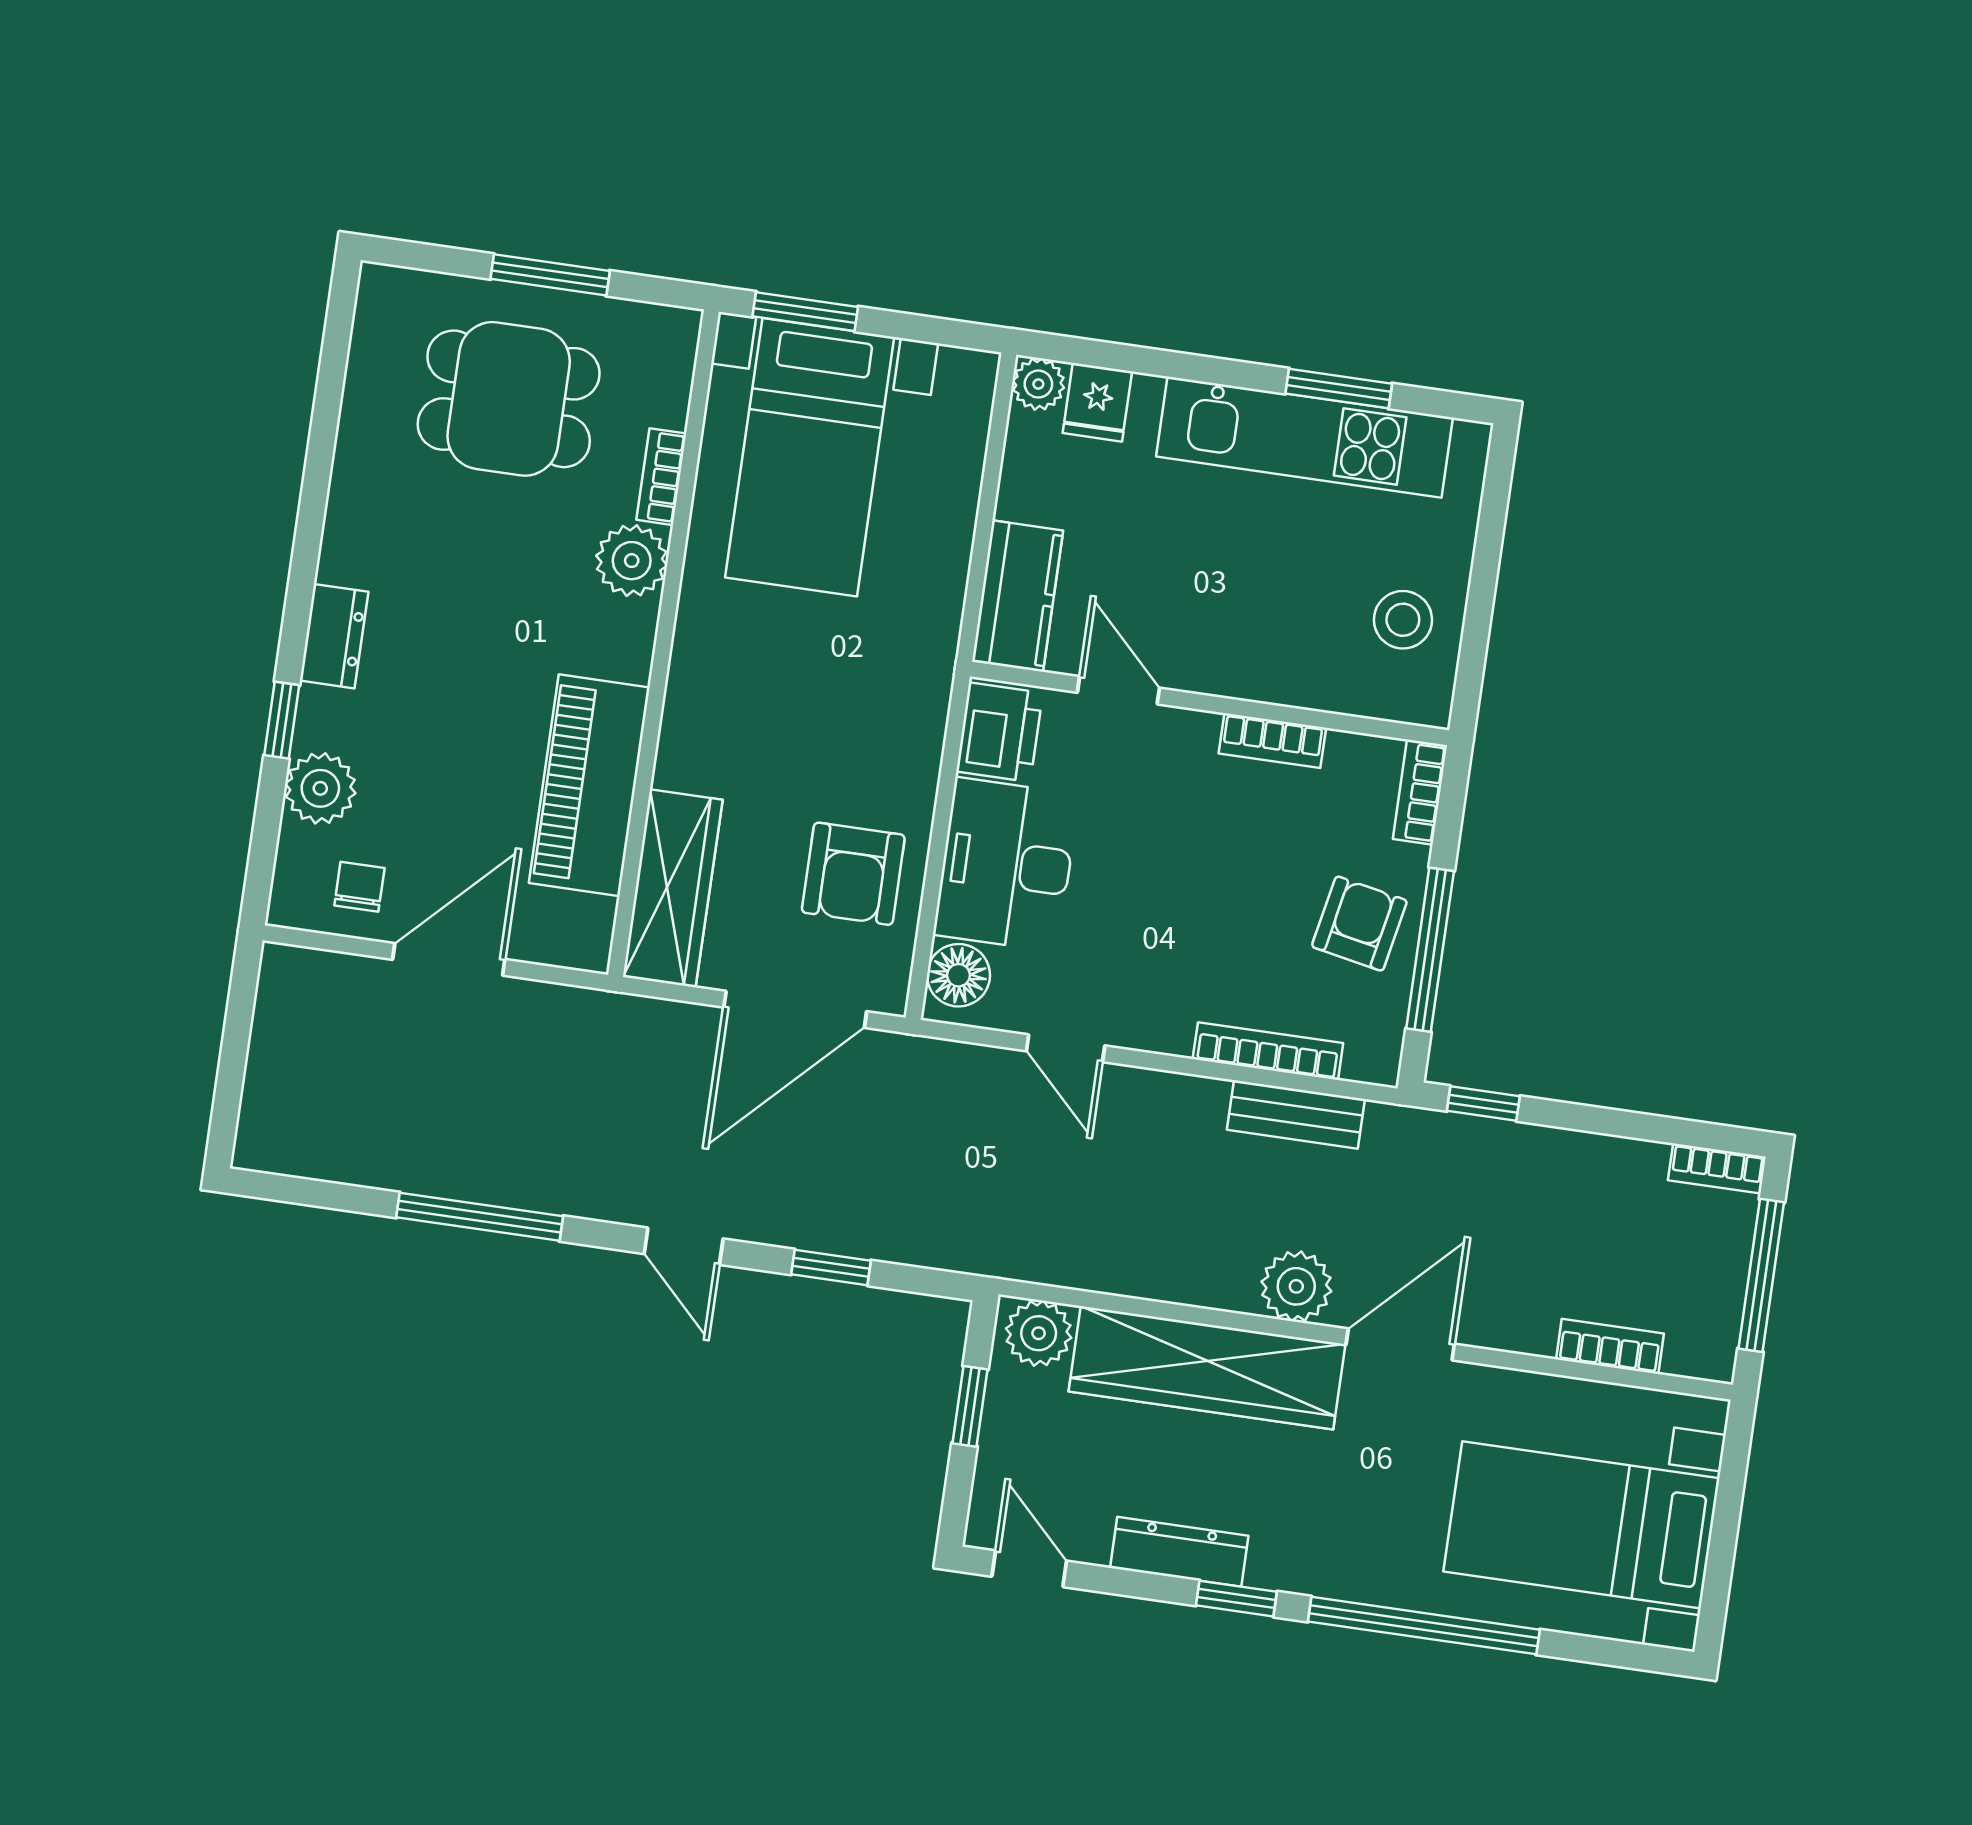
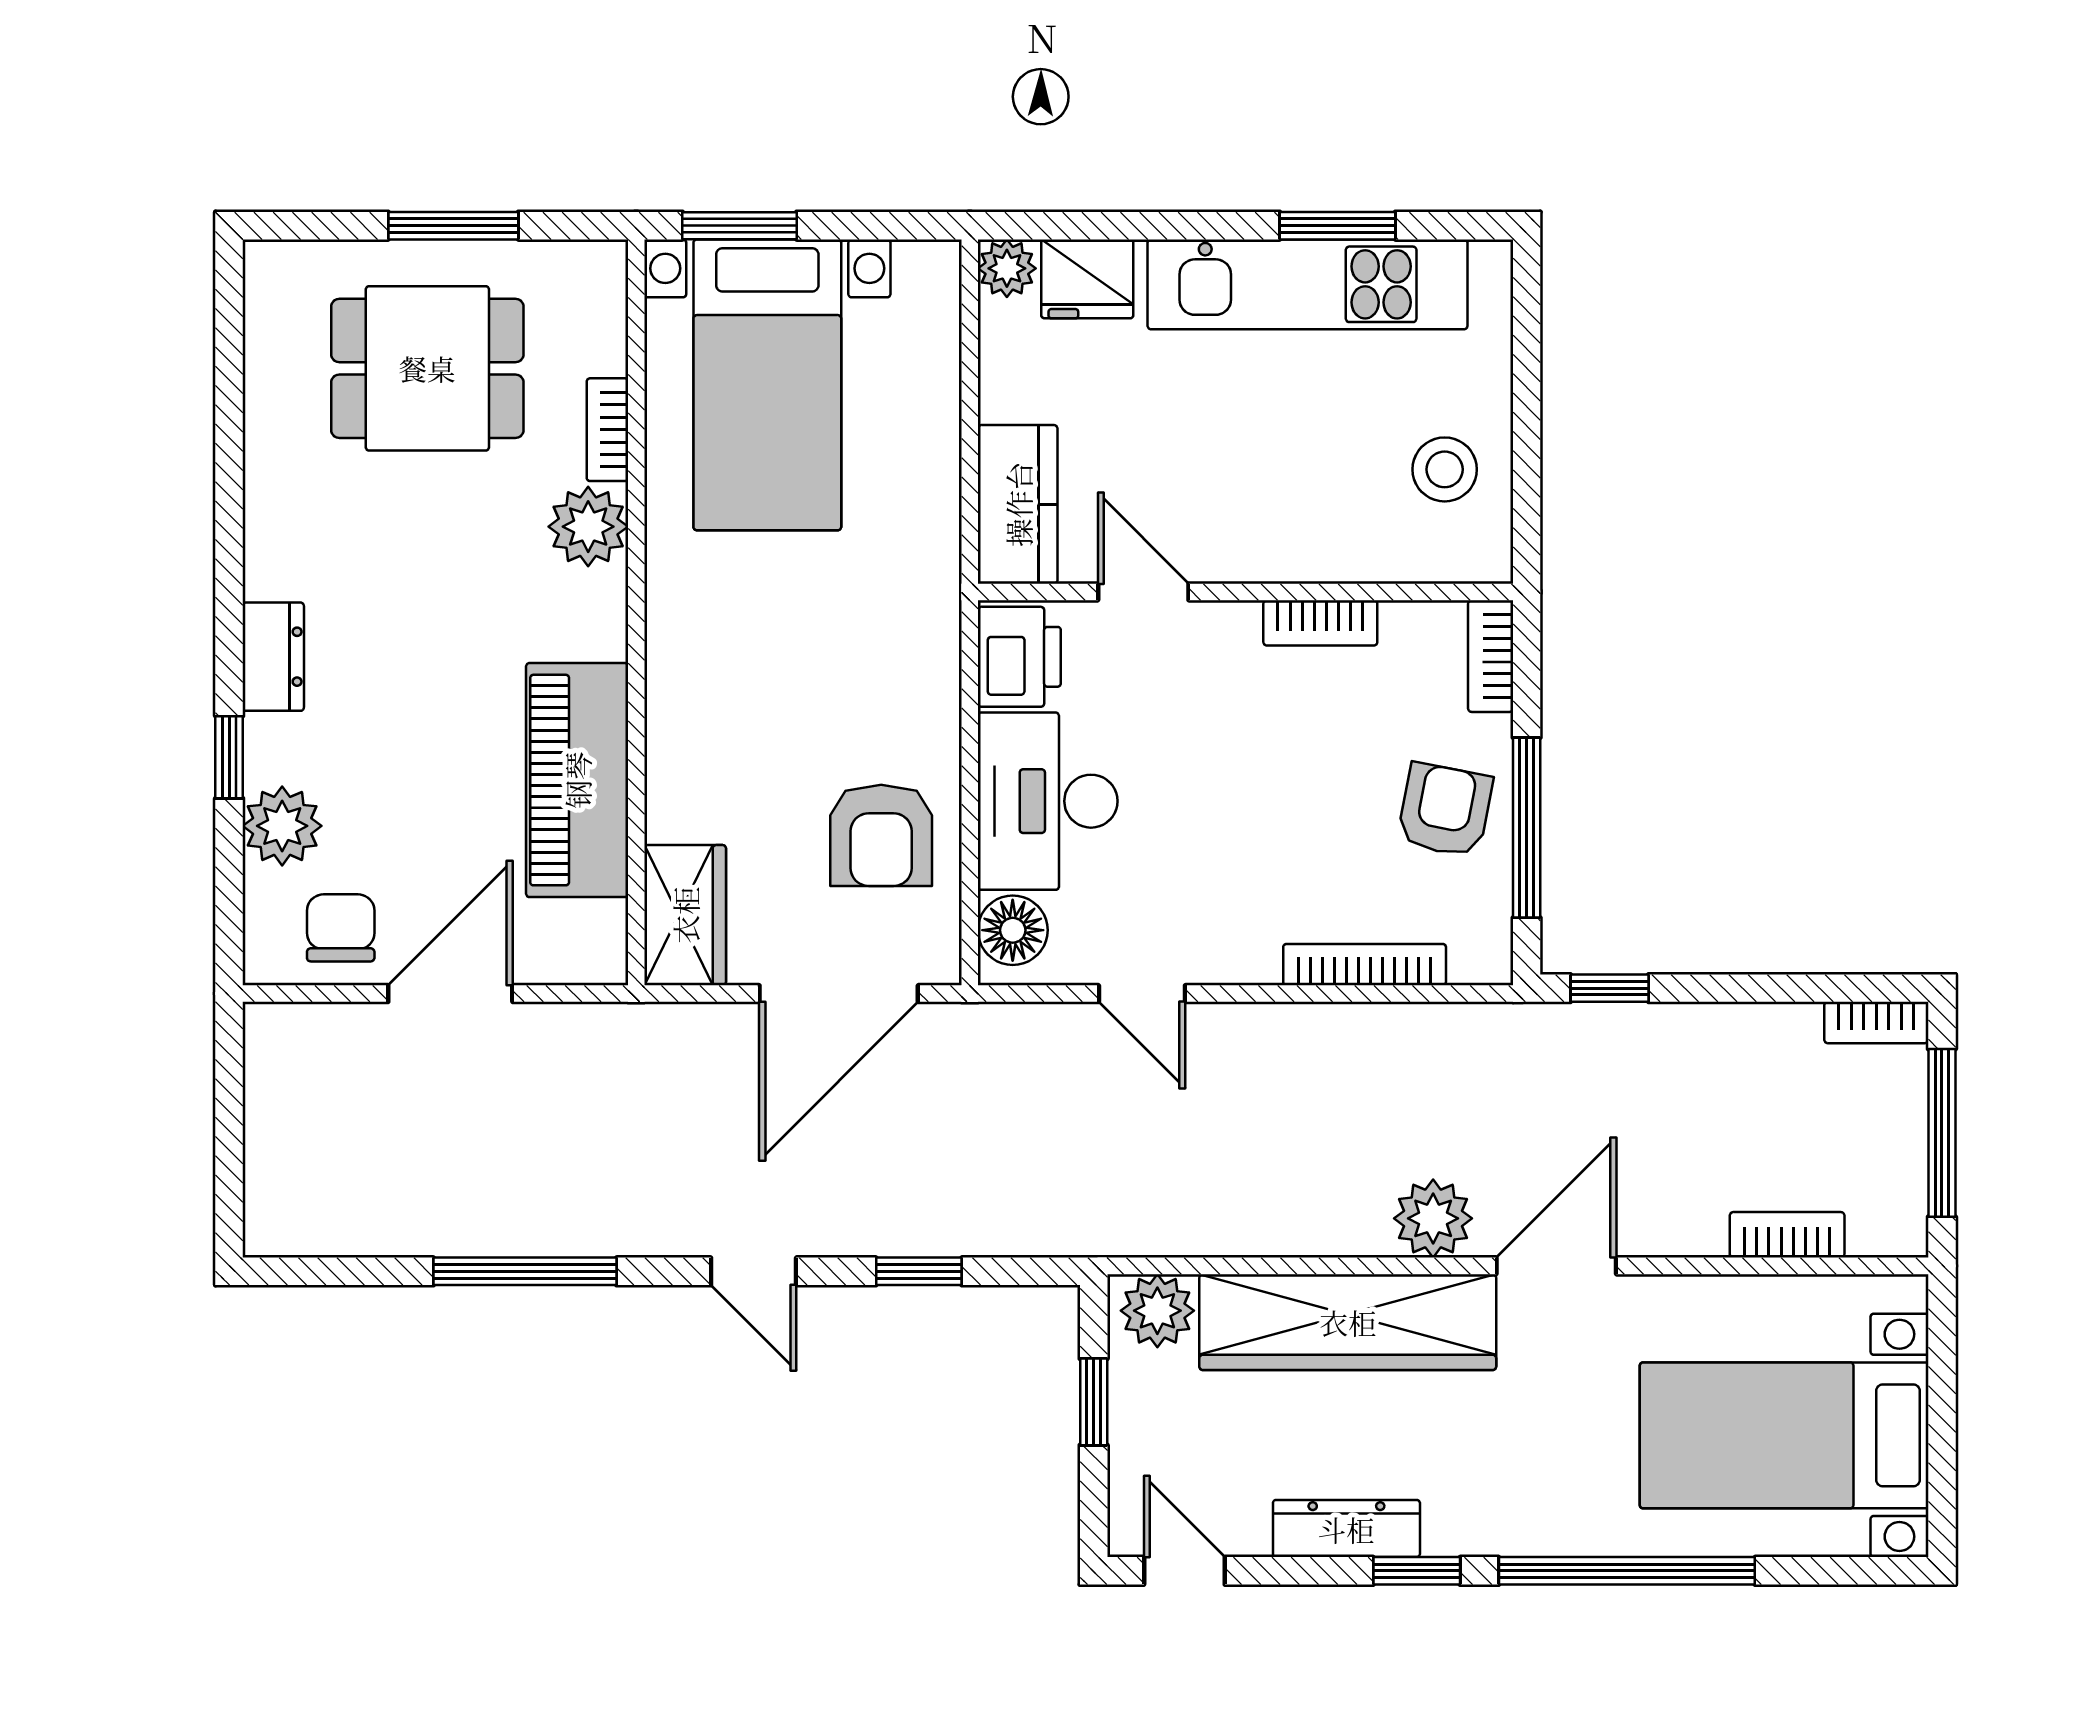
fridge: (1097, 402) -> (1087, 279), width x1.38
chair: (359, 887) -> (341, 928), width x1.37, depth x1.37
wardrobe: (673, 888) -> (685, 915), width x0.67
bench: (1296, 1114) -> (1405, 1030), removed

